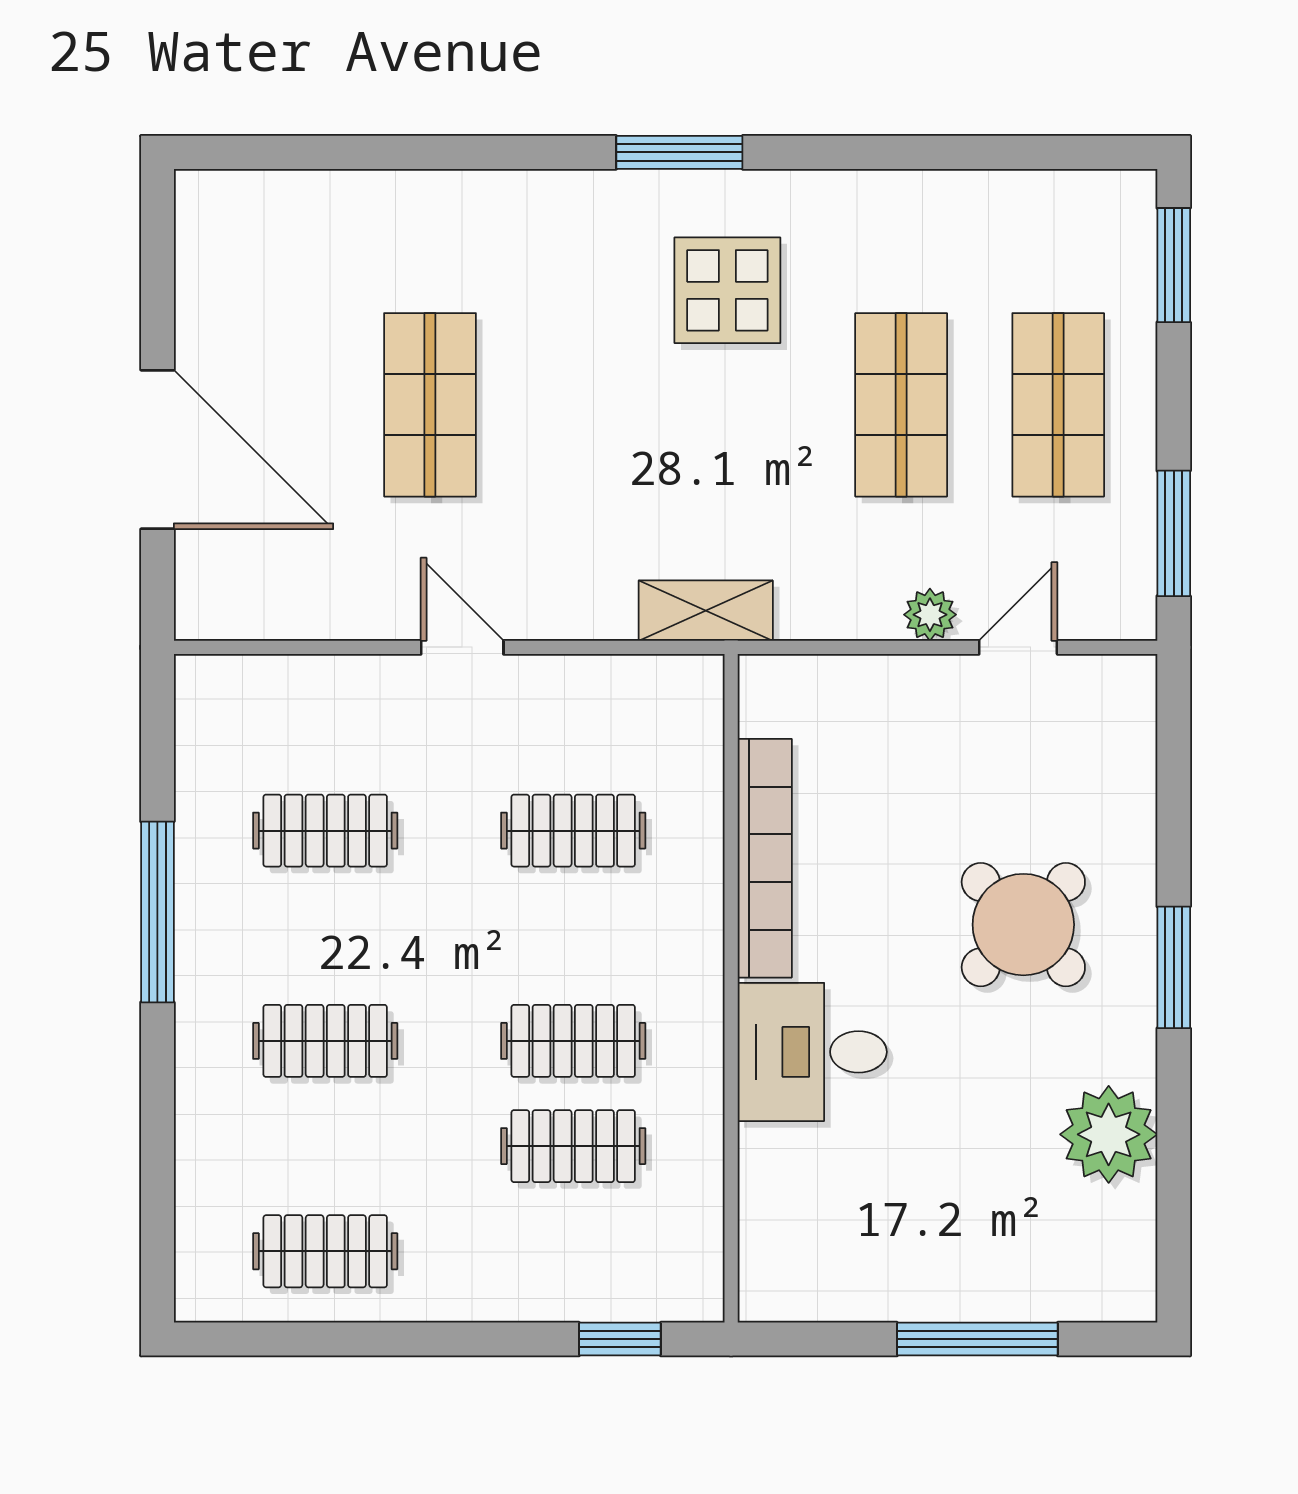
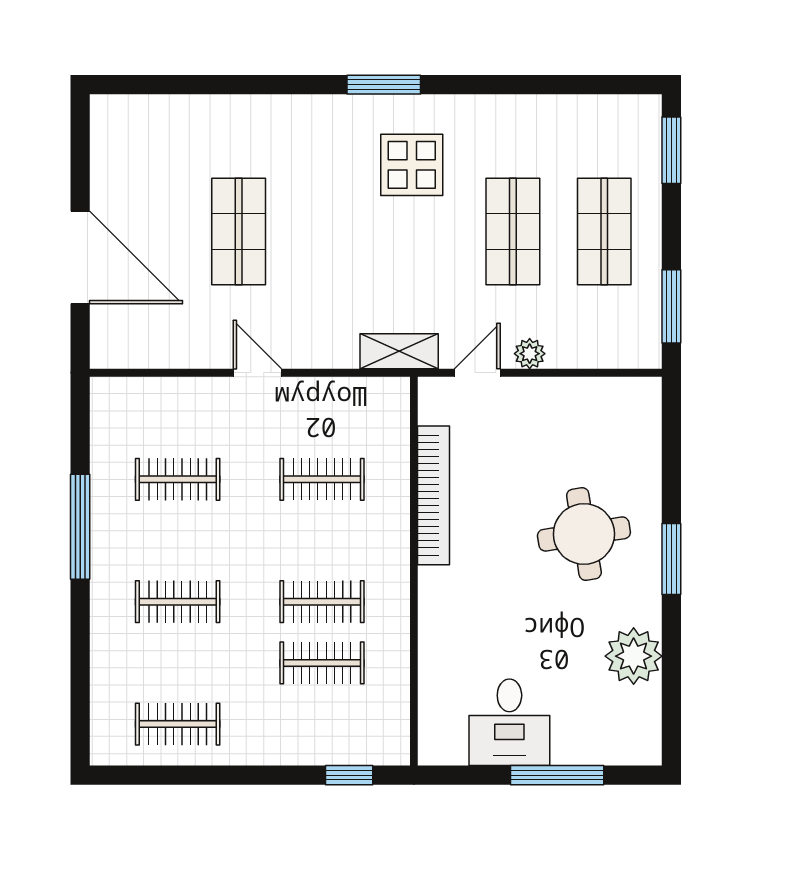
door: (1018, 647) -> (477, 373), moved
round table: (1023, 925) -> (584, 534), turned 36
desk: (812, 1052) -> (509, 722), moved, turned -90

